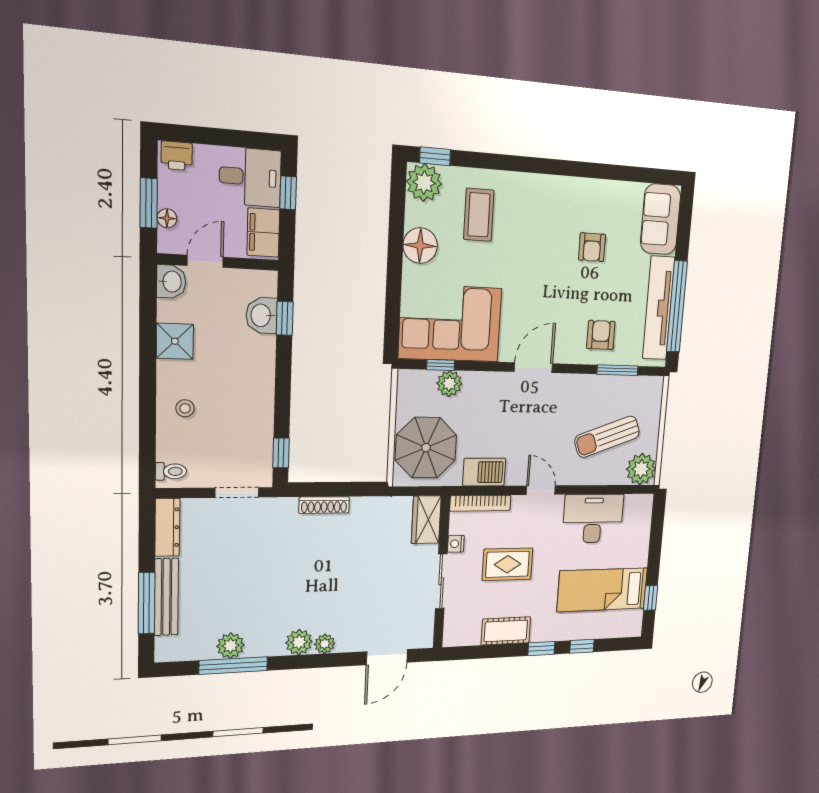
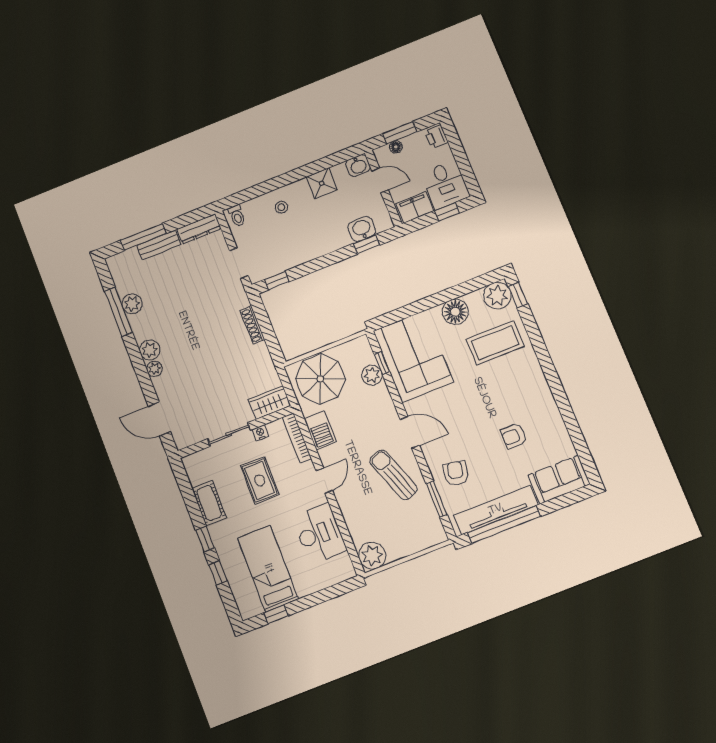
coffee table: (479, 215) -> (495, 343), width x1.36, depth x1.32
armchair: (601, 335) -> (456, 473), turned -80
sun lounger: (607, 437) -> (393, 475), moved
bench: (166, 597) -> (159, 245), width x0.73

